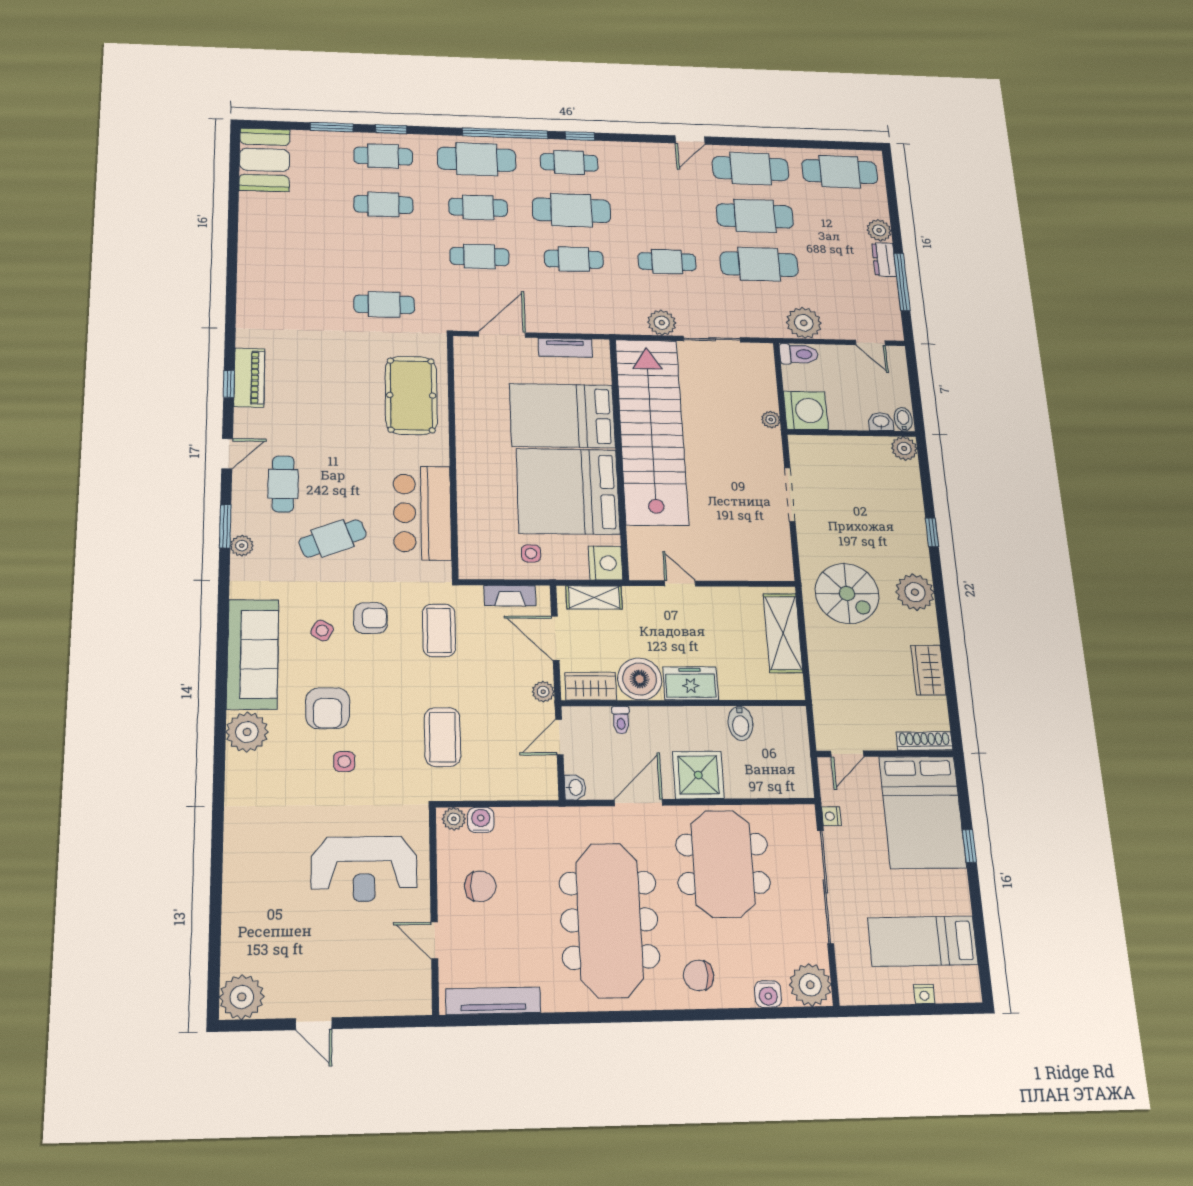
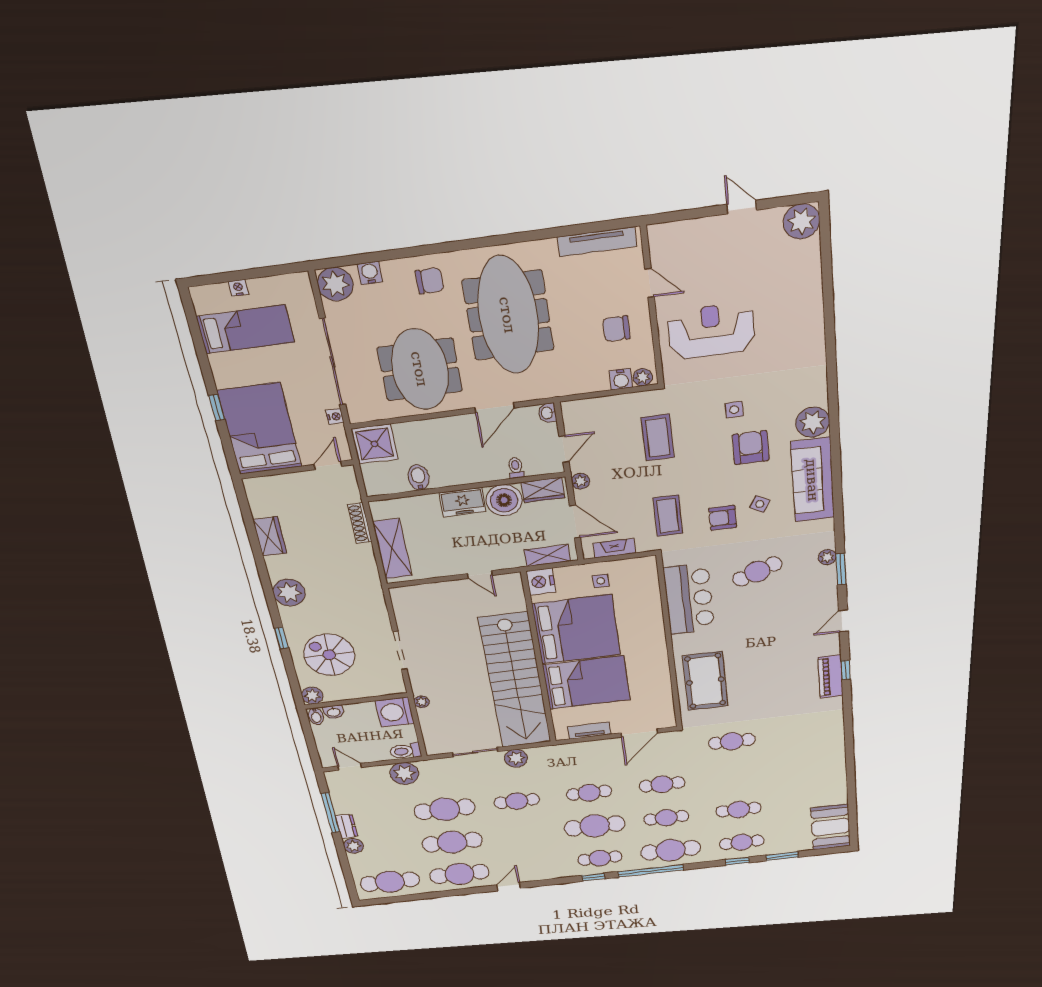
cafe table: (283, 484) -> (799, 605), removed
spiral stairs: (847, 593) -> (329, 655), moved
shoe rack: (924, 741) -> (360, 523), moved, turned 90
shower: (698, 775) -> (375, 444), moved

